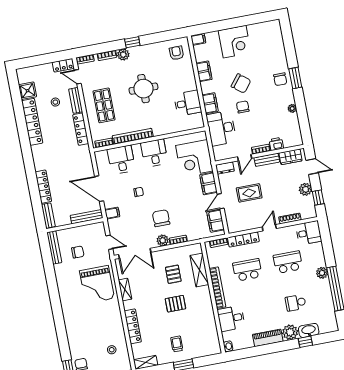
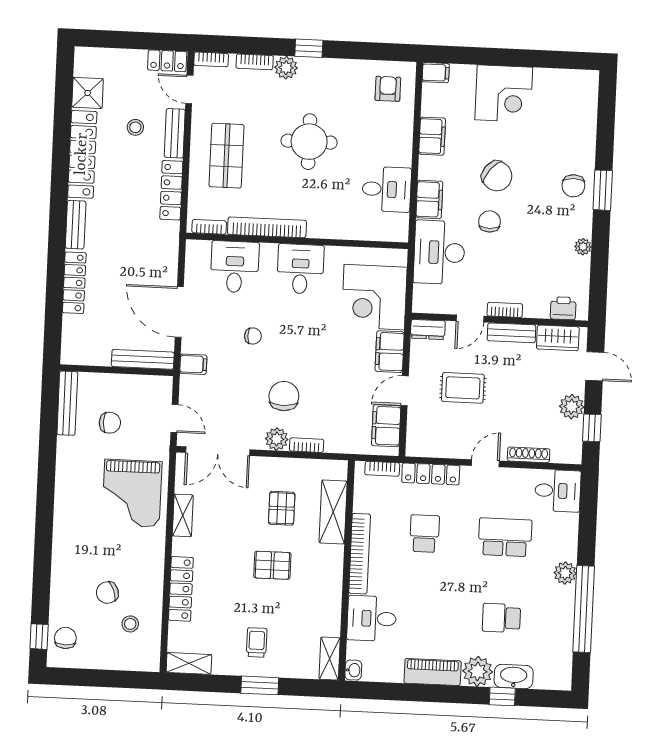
printer: (276, 144) -> (563, 308), moved
bench: (48, 216) -> (76, 225), moved
school desk: (247, 270) -> (424, 534), width x0.54
chair: (97, 337) -> (107, 593), added
shelving: (215, 343) -> (330, 659), added

